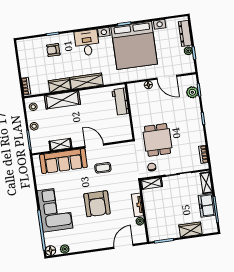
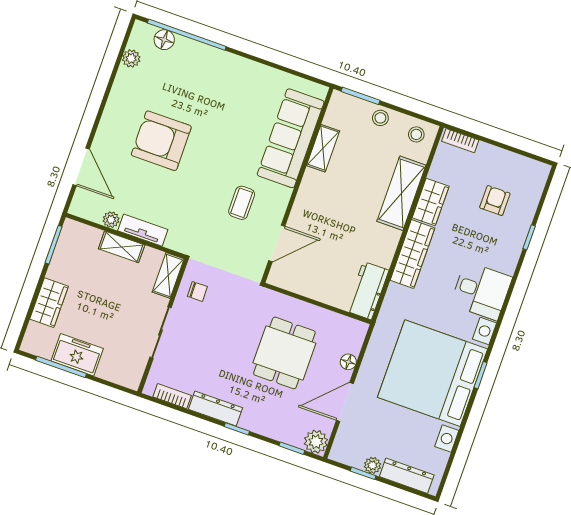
armchair: (53, 50) -> (495, 201), moved
plant: (192, 92) -> (316, 442), moved
workbench: (120, 102) -> (367, 291), moved, turned -90
dresser: (199, 133) -> (215, 408), added
dining table: (157, 140) -> (284, 353), moved, turned 90
door: (94, 146) -> (277, 243), moved
shelving: (206, 183) -> (122, 247), moved
armchair: (97, 204) -> (161, 141), moved
corner sofa: (55, 209) -> (211, 78), removed
floor lamp: (51, 251) -> (164, 40), moved

